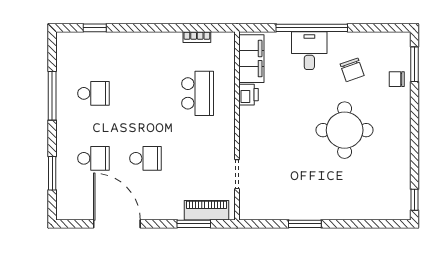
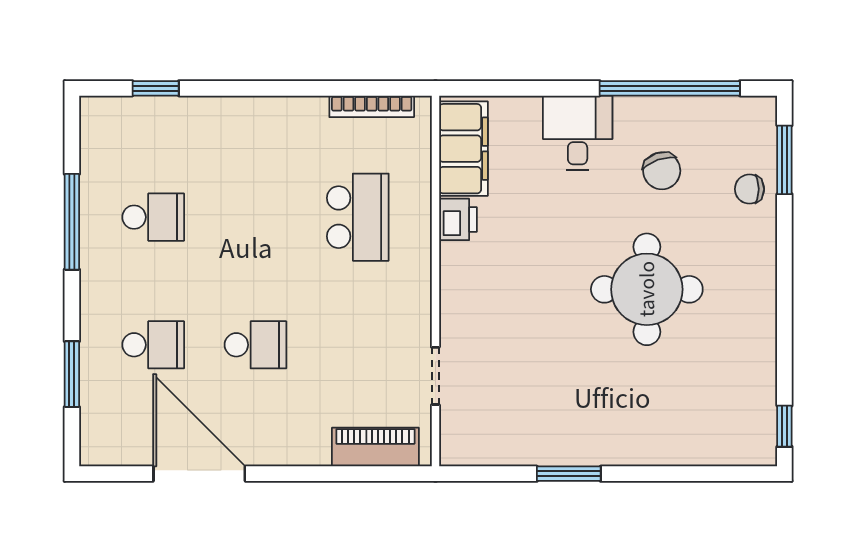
window: (312, 28) -> (670, 88), moved
bookcase: (197, 37) -> (372, 106), width x1.56
window: (194, 224) -> (350, 474), removed

